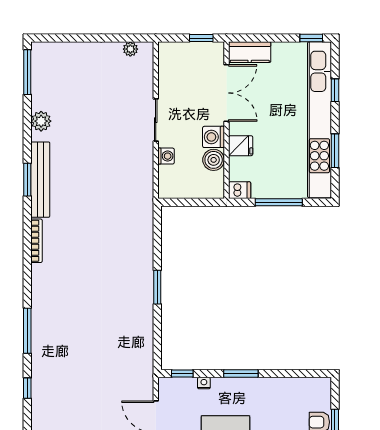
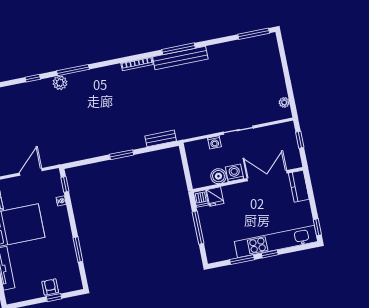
window: (201, 38) -> (300, 140), moved
window: (335, 90) -> (270, 254), moved
double door: (226, 93) -> (267, 176), swing flipped
kitchen unit: (319, 120) -> (276, 242), width x0.73
plant: (41, 121) -> (60, 83), moved
fridge: (241, 146) -> (215, 197), moved
window: (27, 180) -> (178, 49), width x1.44
bench: (146, 229) -> (161, 138), added
window: (241, 374) -> (78, 250), moved

